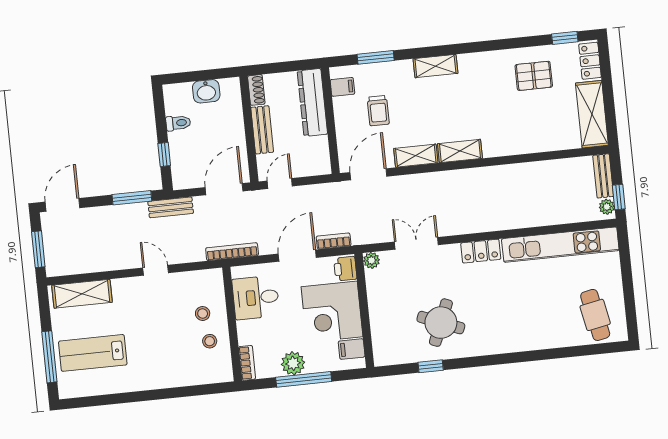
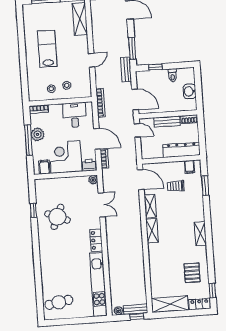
shelving: (435, 66) -> (200, 234), moved
window: (619, 197) -> (137, 317), moved
lab bench: (93, 353) -> (47, 49), moved

